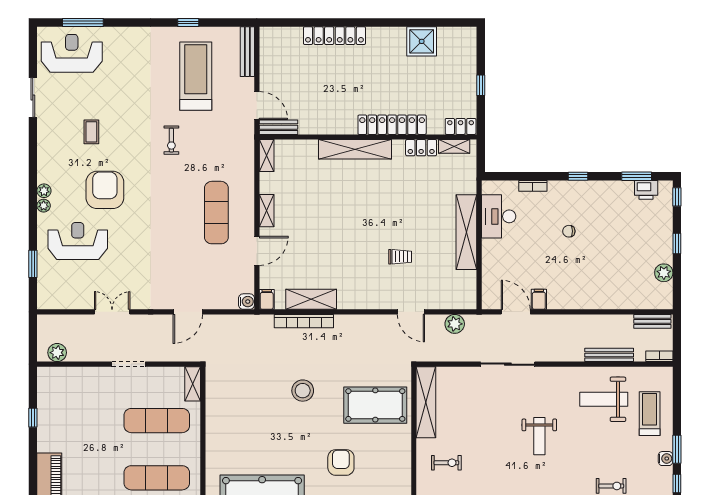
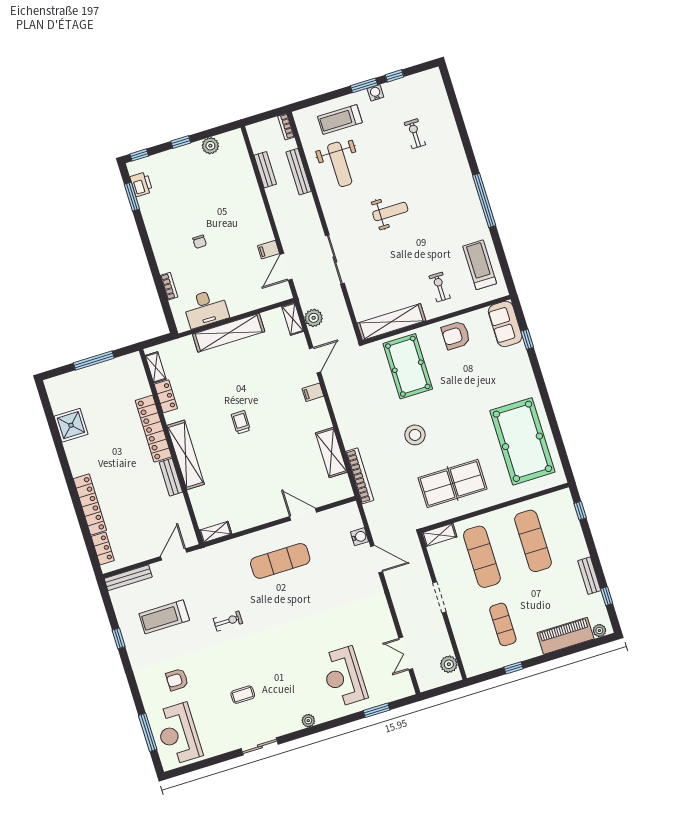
treadmill: (196, 76) -> (164, 617), width x0.73, depth x0.73
window: (481, 85) -> (94, 361), width x2.17
sliding door: (33, 97) -> (260, 746), moved
locker: (461, 126) -> (103, 549), moved, turned 180
bench: (278, 127) -> (171, 477), moved
window: (578, 176) -> (148, 249), removed
armchair: (105, 190) -> (177, 680), moved, width x0.53, depth x0.53
plant: (44, 206) -> (322, 717), removed
shelving: (267, 211) -> (293, 319), moved, turned 90
trolley: (400, 257) -> (241, 422), moved
filing cabinet: (267, 299) -> (313, 392), moved
water cooler: (247, 302) -> (360, 537), moved, turned 90
double door: (112, 312) -> (406, 653), moved
bookcase: (304, 321) -> (360, 476), moved
bench: (652, 321) -> (265, 170), moved
table tennis table: (241, 414) -> (453, 483), added
exercise mat: (81, 421) -> (503, 624), added
armchair: (341, 462) -> (456, 335), moved

